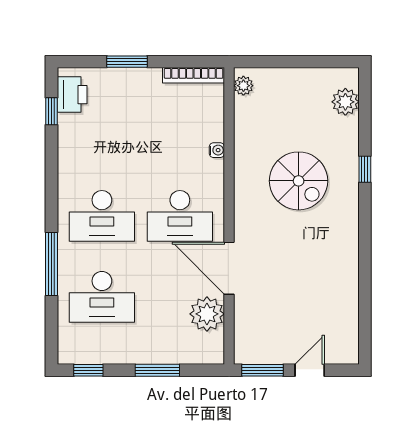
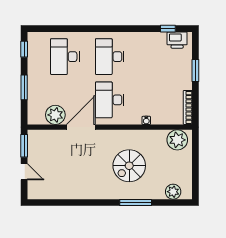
plant: (243, 86) -> (177, 140), width x1.87, depth x1.87
window: (365, 169) -> (136, 202), width x2.17
window: (52, 264) -> (83, 29), removed

